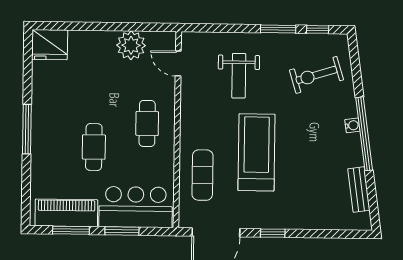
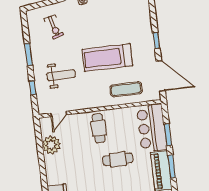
window: (318, 29) -> (33, 88), moved
exercise bike: (316, 75) -> (54, 27), width x0.73, depth x0.72
cafe table: (147, 123) -> (99, 128), turned 90

